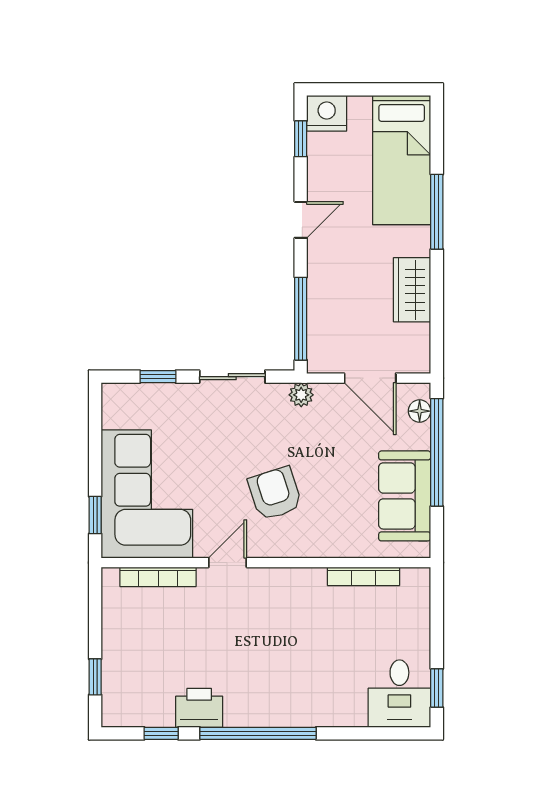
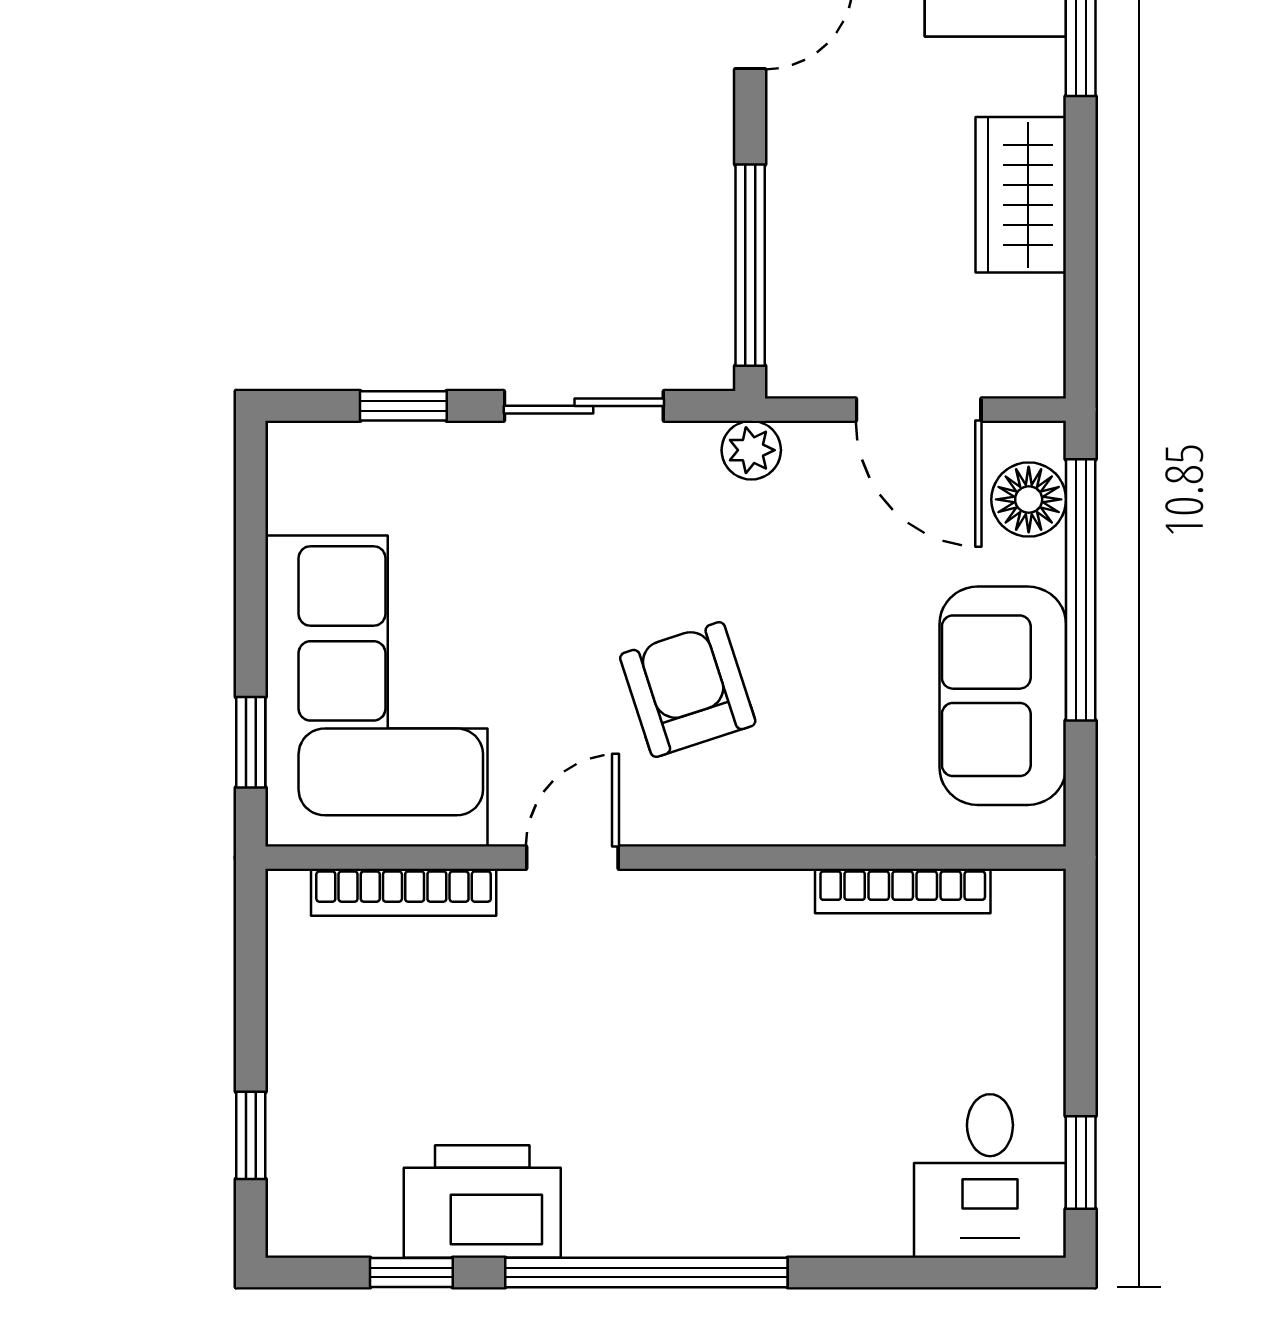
floor lamp: (420, 411) -> (1029, 499), width x1.37, depth x1.37
printer: (199, 708) -> (482, 1201), width x1.37, depth x1.19

